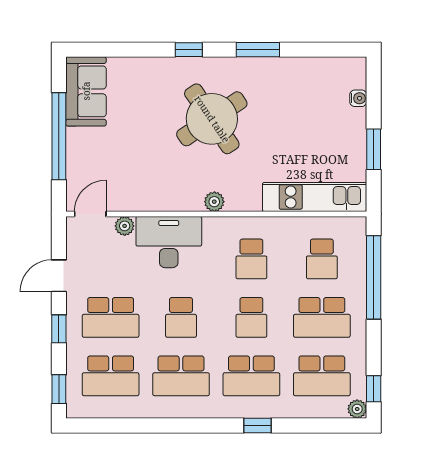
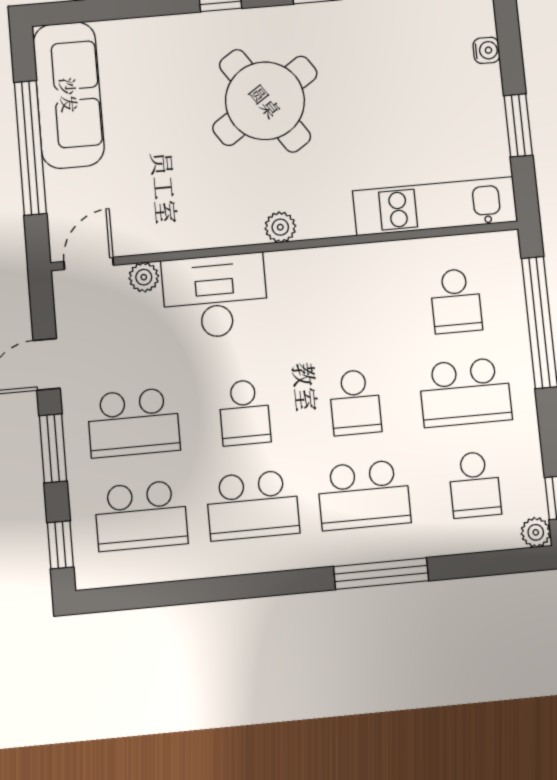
sofa: (86, 91) -> (69, 95), width x1.36
school desk: (251, 259) -> (346, 311), removed
window: (59, 329) -> (53, 448), width x1.50
school desk: (322, 376) -> (475, 485), width x0.54
window: (257, 425) -> (381, 574), width x2.17

